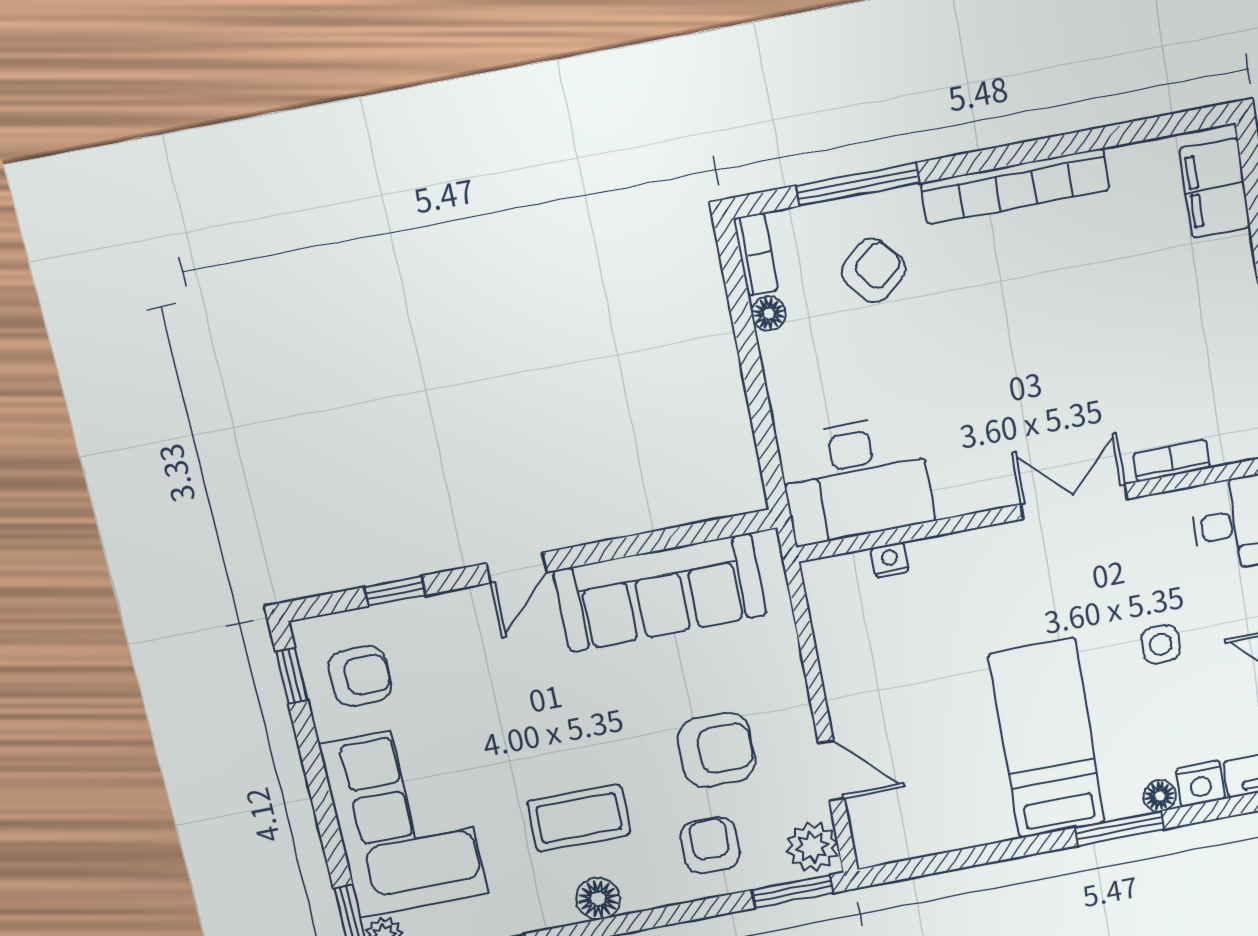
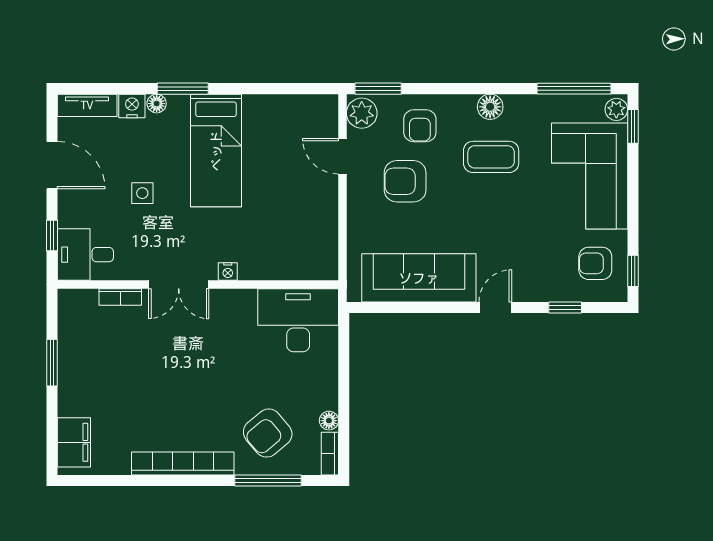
armchair: (873, 270) -> (268, 433), width x1.38, depth x1.38
nightstand: (890, 560) -> (228, 272), moved

